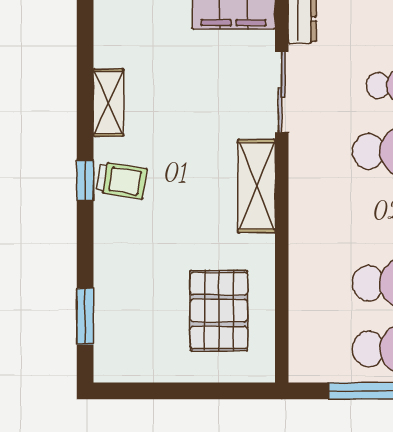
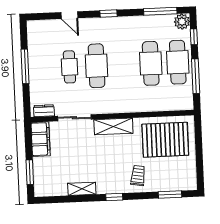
trolley: (122, 180) -> (138, 176), moved
pallet: (219, 311) -> (165, 140), width x1.37, depth x1.41

